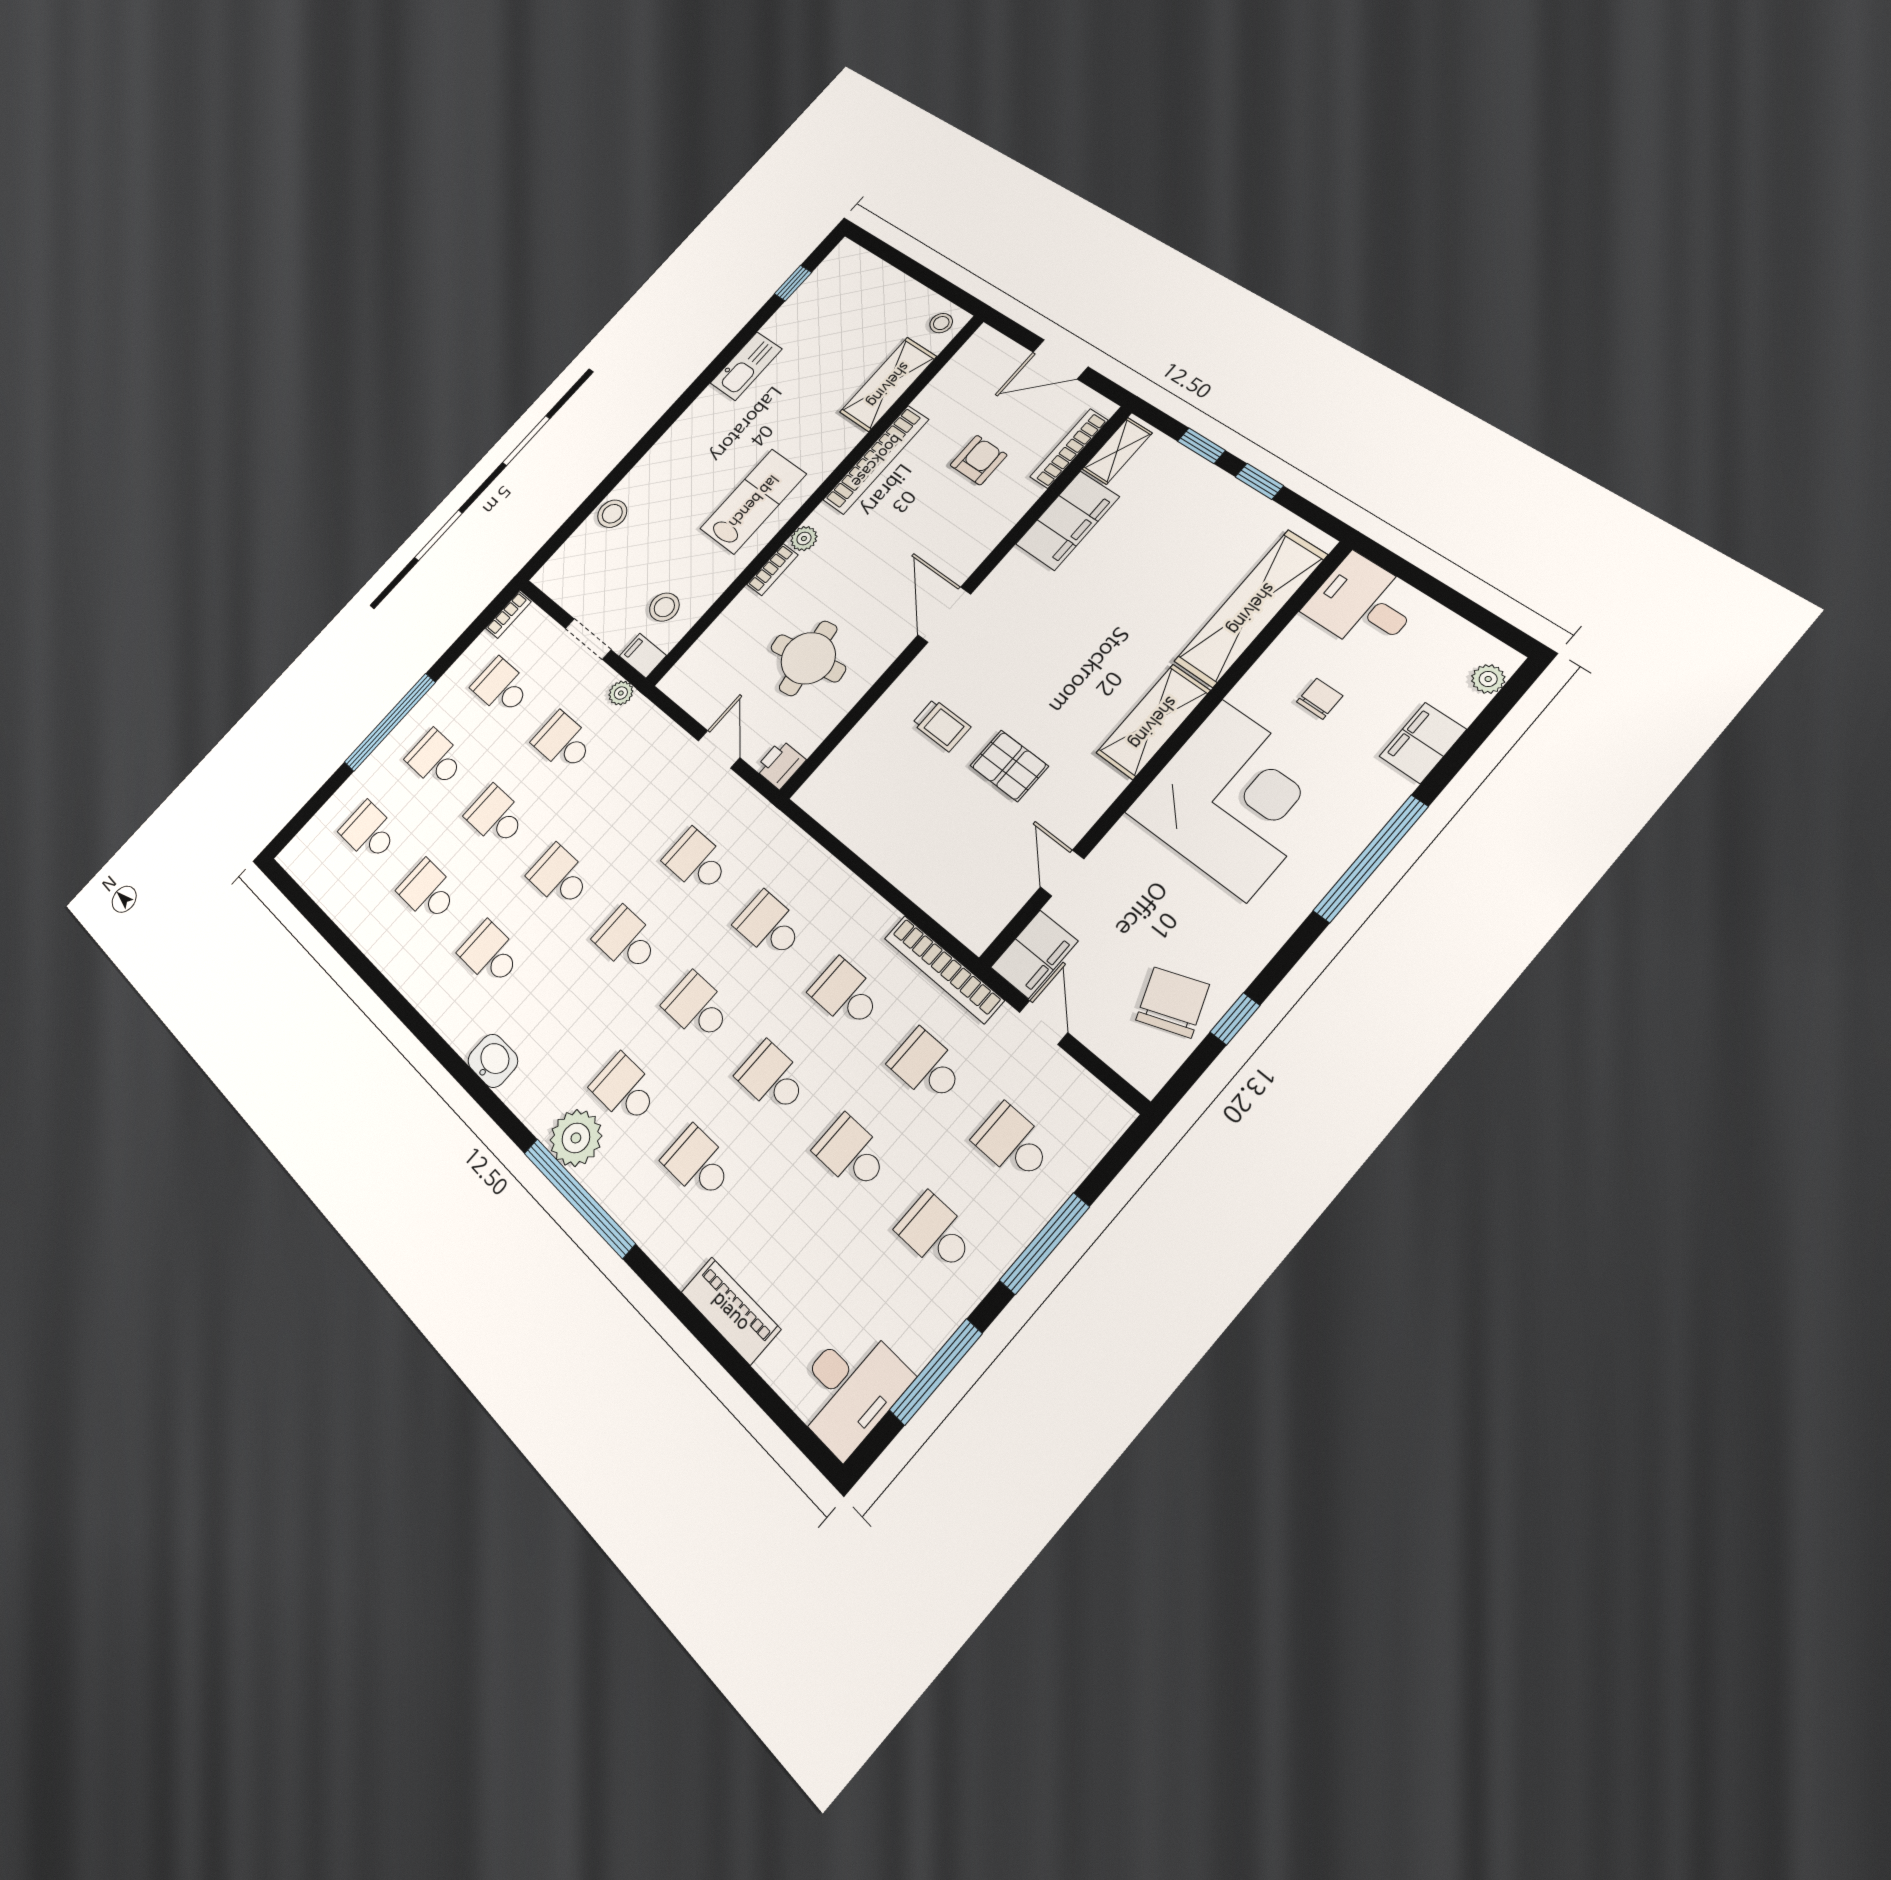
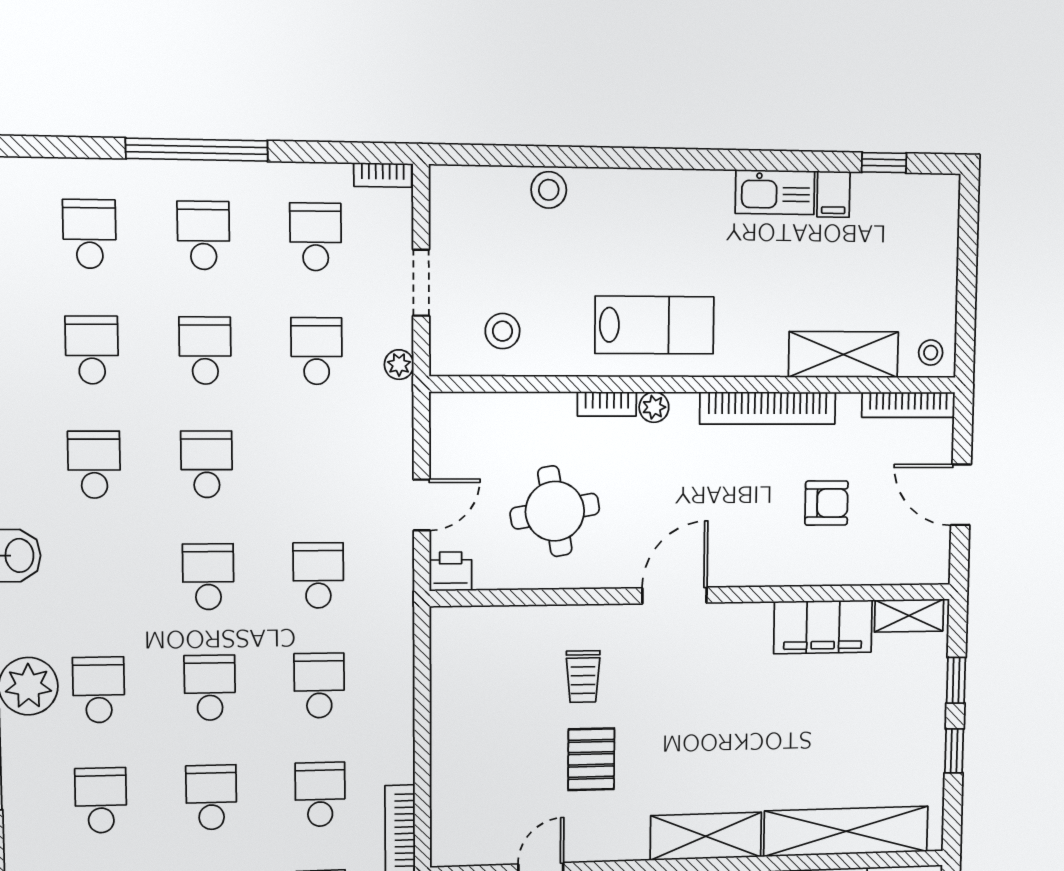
bookcase: (1069, 448) -> (908, 405), moved, turned 180
filing cabinet: (643, 656) -> (833, 194), moved, turned 180

